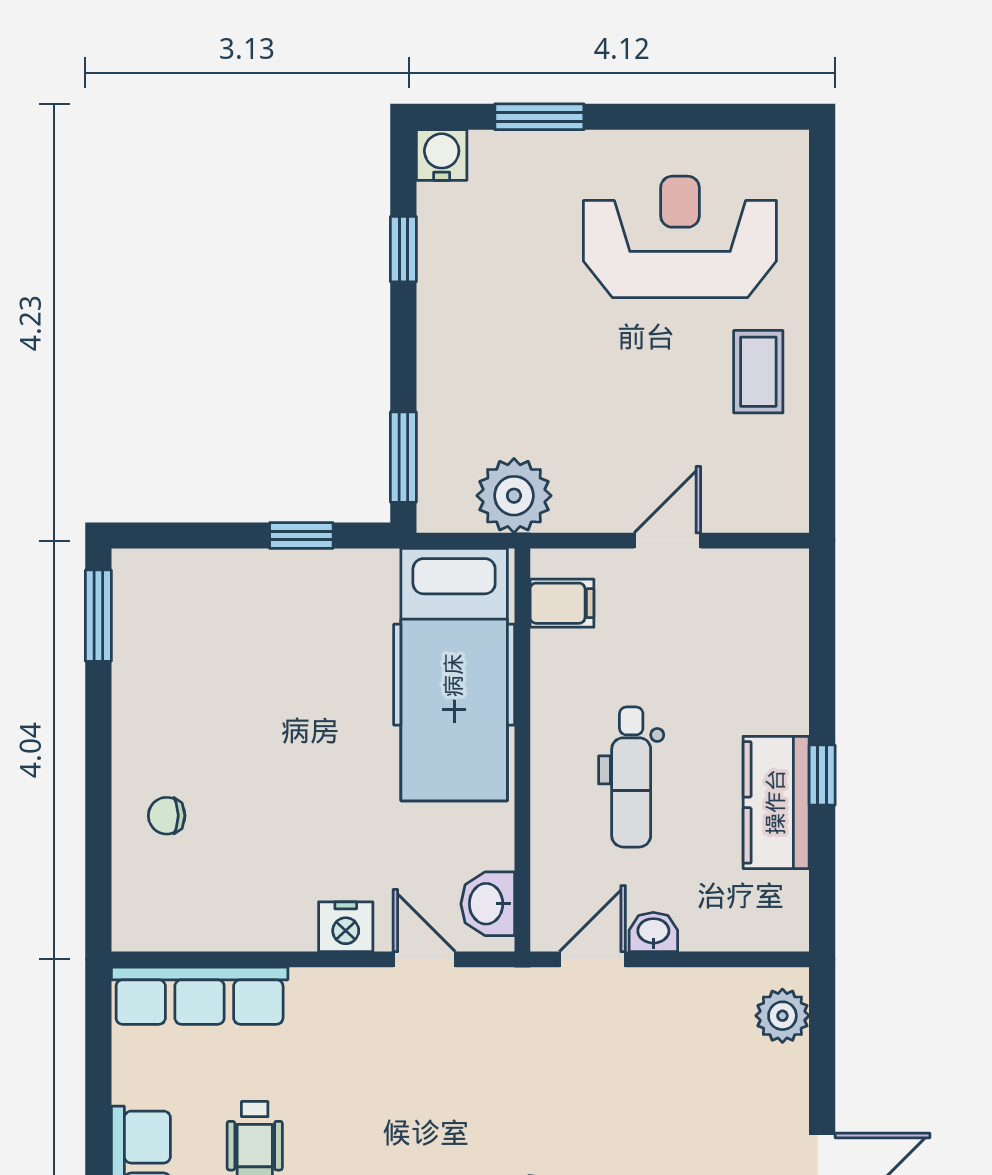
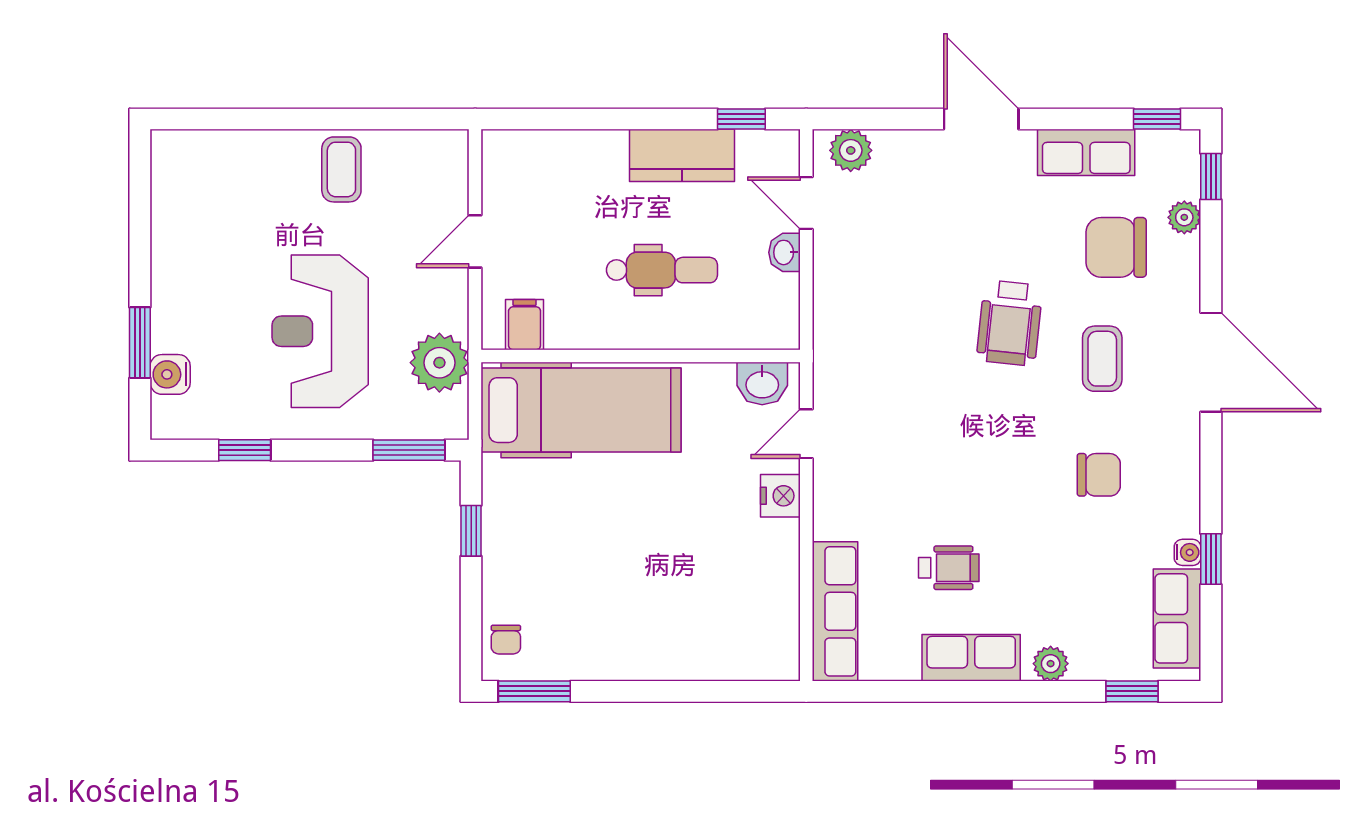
water cooler: (442, 155) -> (170, 374), moved
reception desk: (680, 237) -> (320, 331), moved
coffee table: (758, 372) -> (341, 169), turned 90
door: (667, 541) -> (475, 241), hinge flipped
window: (822, 775) -> (741, 119), moved
chair: (167, 816) -> (506, 640), moved
door: (592, 959) -> (806, 203), moved

